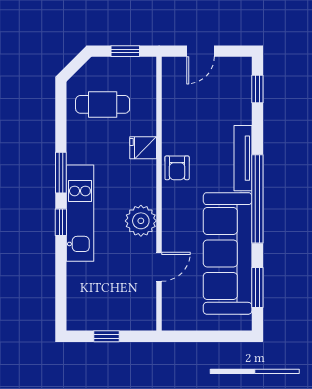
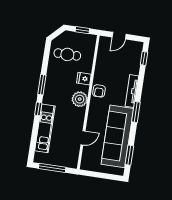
window: (257, 199) -> (136, 112), width x0.47
kitchen unit: (80, 213) -> (45, 128), moved
plant: (141, 221) -> (80, 99), moved
window: (106, 336) -> (52, 168), width x2.17

